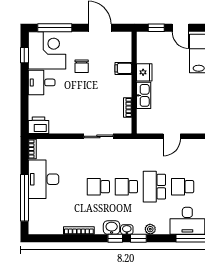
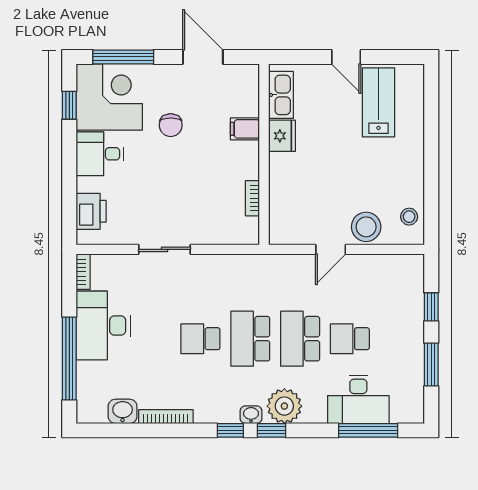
window: (156, 28) -> (303, 57), removed
kitchen sink: (144, 95) -> (281, 95), moved
stool: (192, 124) -> (366, 227), added
printer: (38, 125) -> (91, 211), moved, turned 90
sliding door: (98, 136) -> (165, 249), moved
school desk: (126, 187) -> (250, 339), width x1.85
washbasin: (112, 228) -> (123, 411), moved
plant: (150, 229) -> (284, 406), width x1.88, depth x1.88

